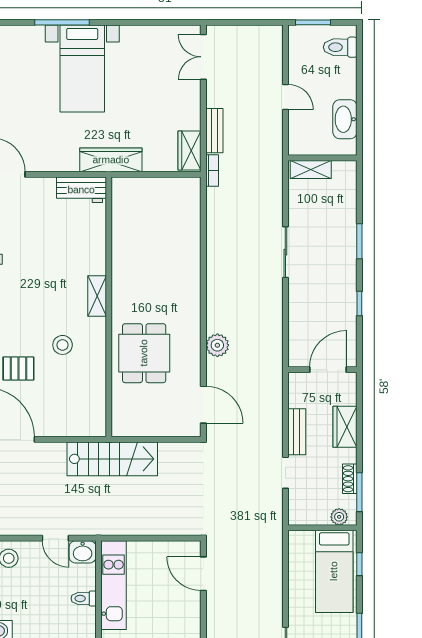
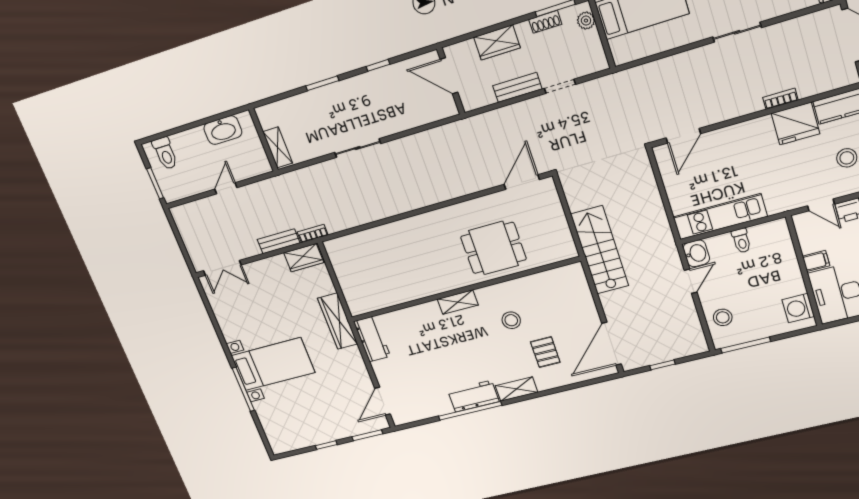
plant: (217, 345) -> (463, 185), removed

